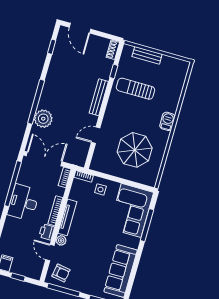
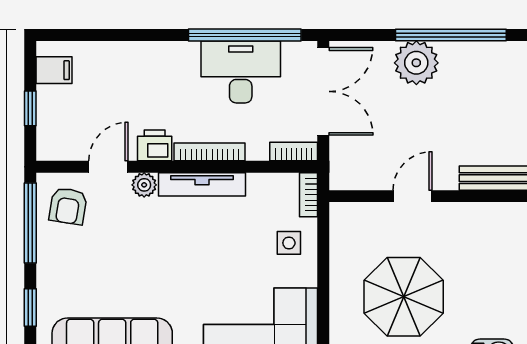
door: (96, 135) -> (412, 196), hinge flipped
desk: (23, 202) -> (241, 72), moved

